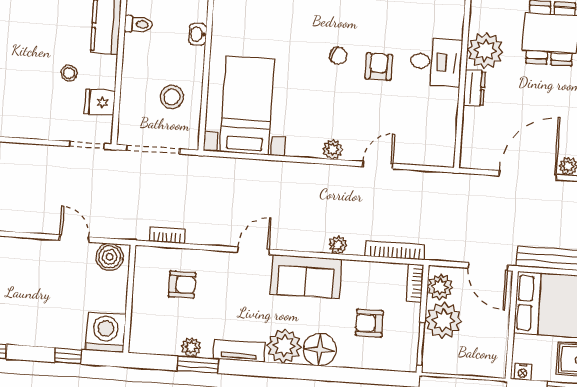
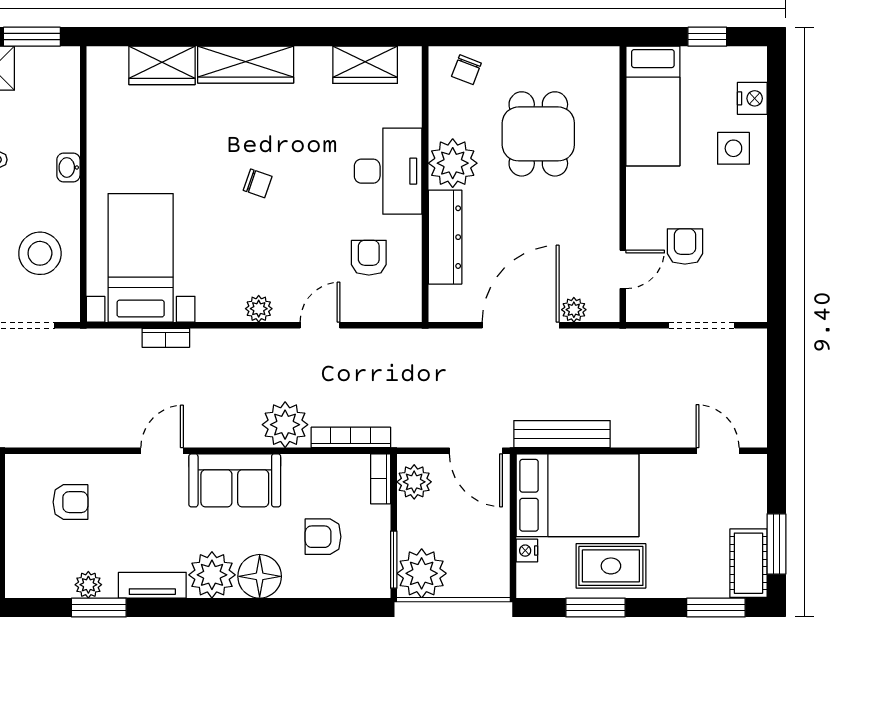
desk: (436, 62) -> (388, 171), width x1.37
armchair: (379, 67) -> (369, 258), moved
dresser: (474, 88) -> (445, 237), width x1.96, depth x1.24
stool: (172, 97) -> (40, 253), width x1.38, depth x1.38
bookcase: (167, 235) -> (166, 338), moved, turned 180
plant: (338, 245) -> (285, 425), width x1.88, depth x1.88
plant: (443, 321) -> (422, 573), moved
nightstand: (523, 372) -> (527, 551), moved, turned 90

